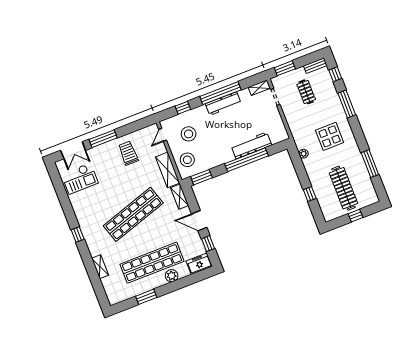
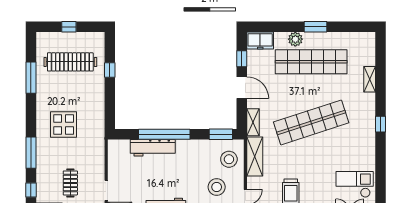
plant: (304, 154) -> (99, 117), removed
clothes rail: (343, 188) -> (70, 62), turned 90
window: (146, 297) -> (316, 27), moved

